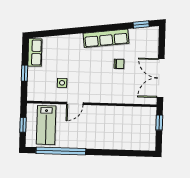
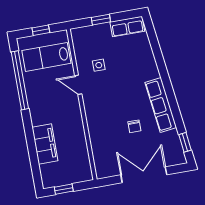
double door: (161, 78) -> (144, 175), moved
window: (159, 123) -> (64, 189), moved
filing cabinet: (118, 141) -> (45, 144), added

